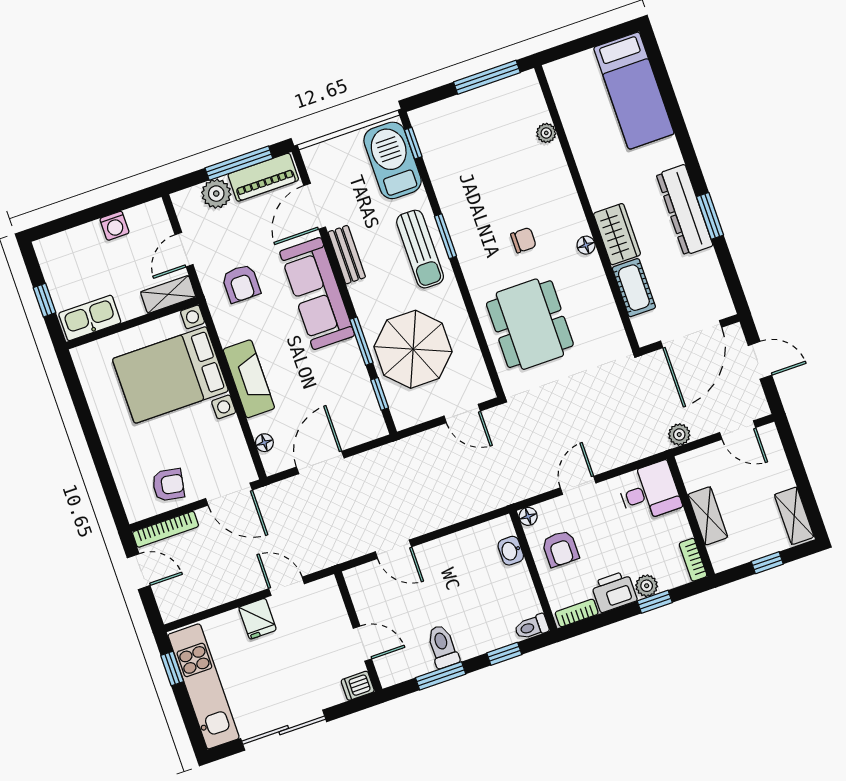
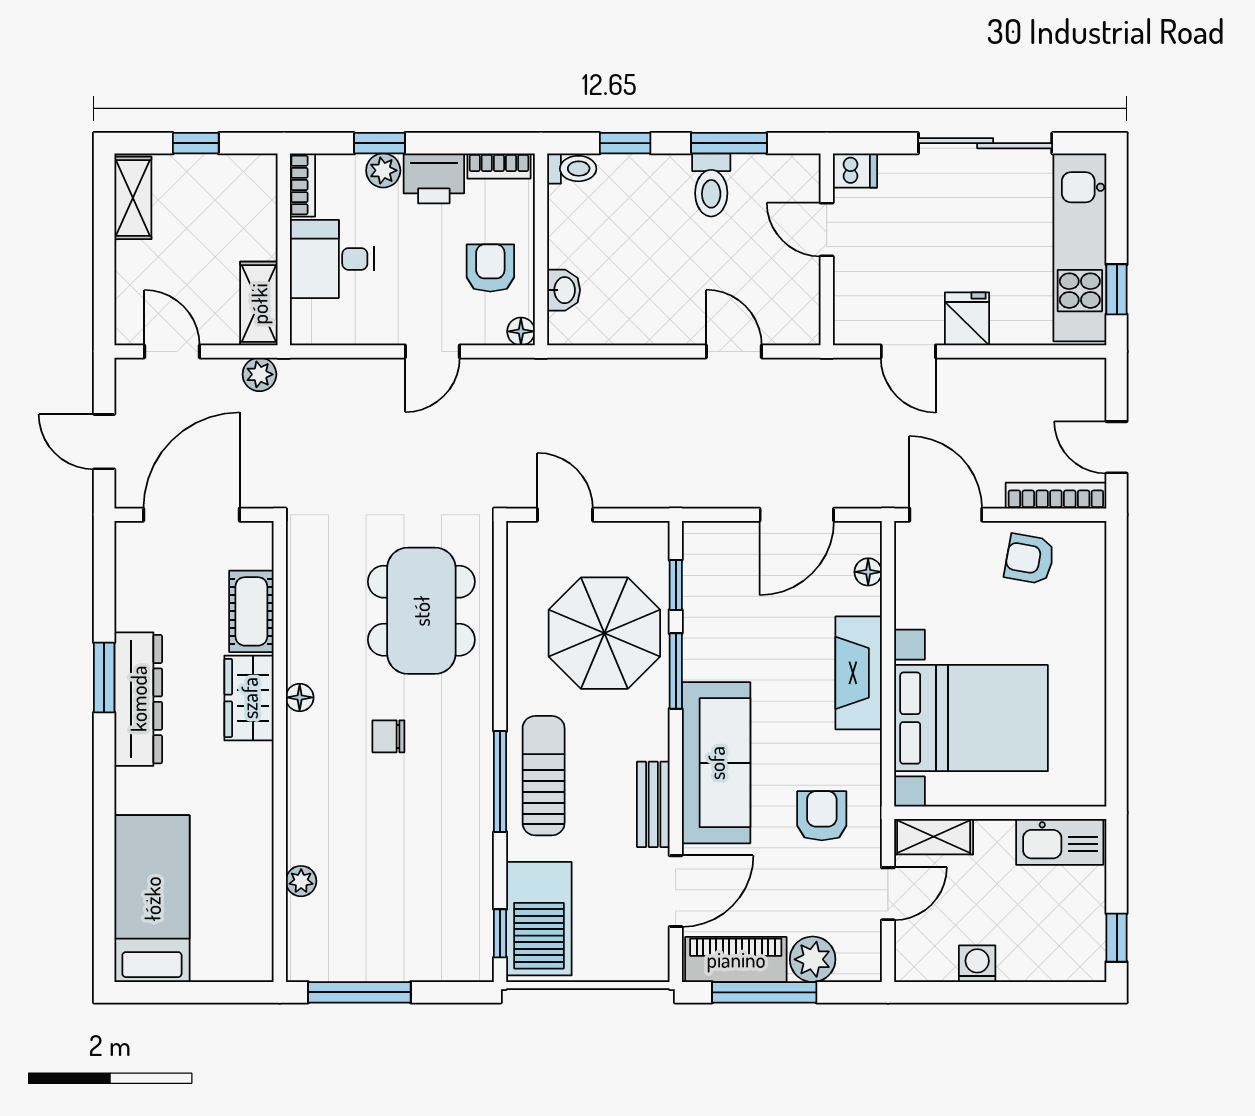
window: (445, 236) -> (500, 781), width x1.44
window: (45, 300) -> (1117, 938), moved
desk: (649, 492) -> (332, 259), moved
shelving: (708, 516) -> (259, 304), moved

